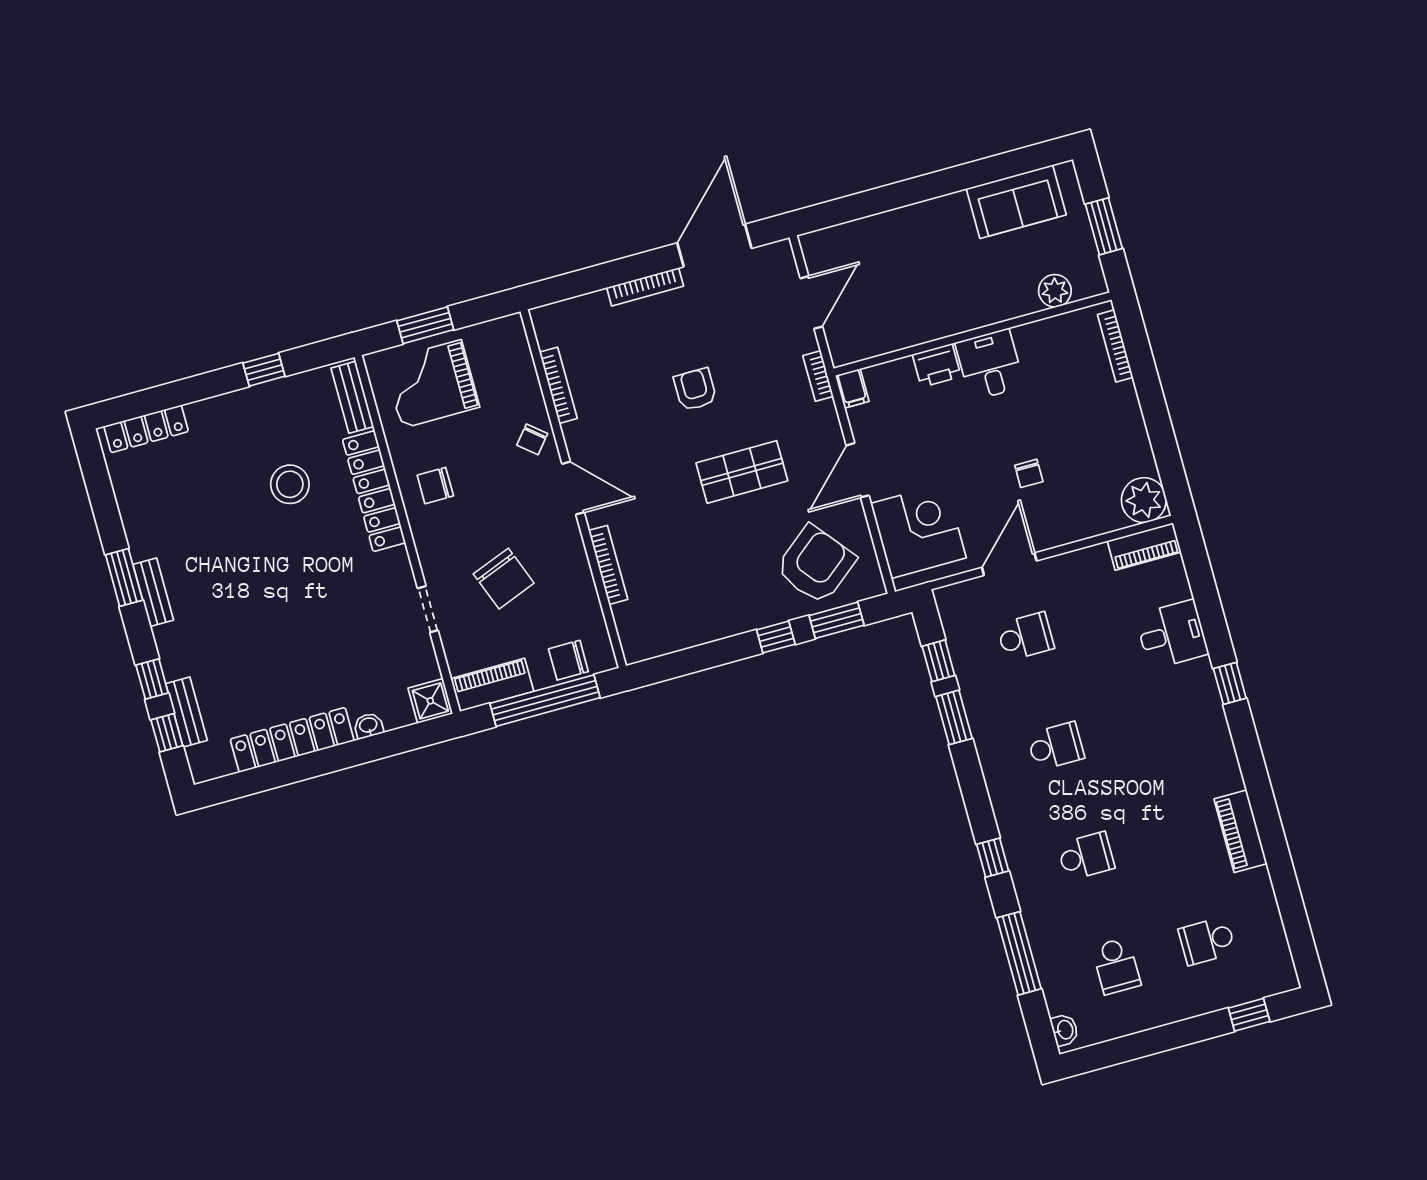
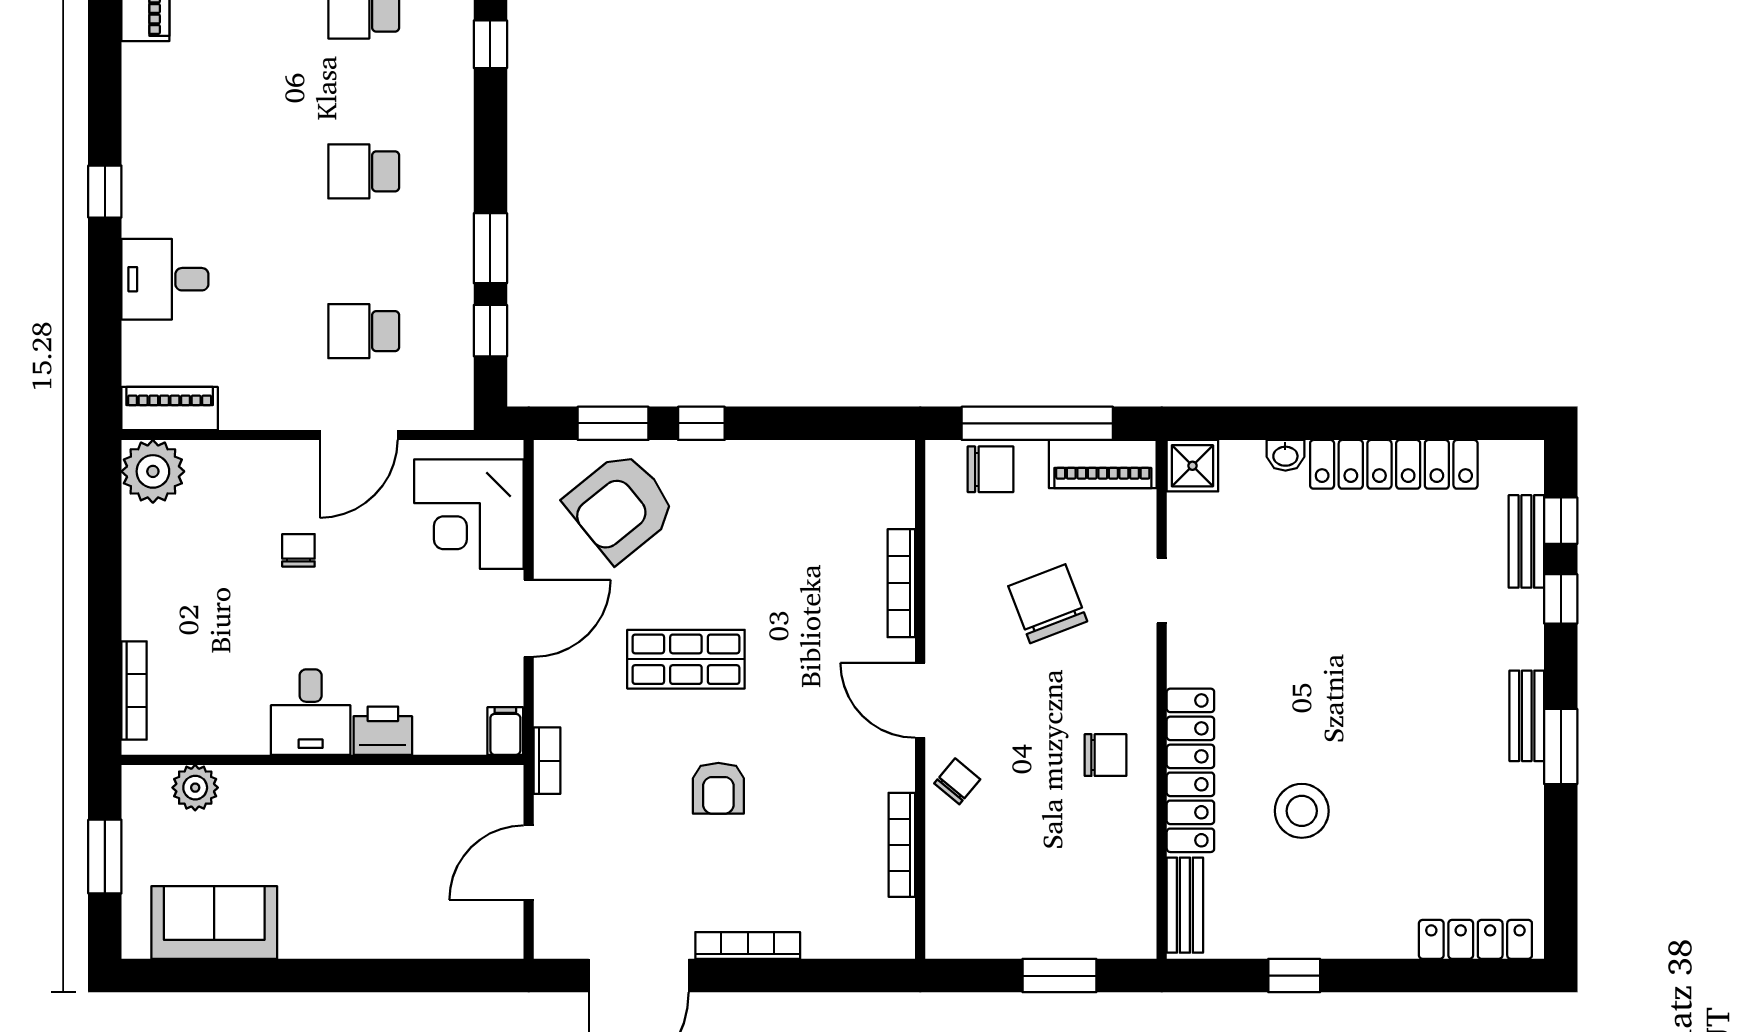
grand piano: (432, 384) -> (1073, 894), removed

